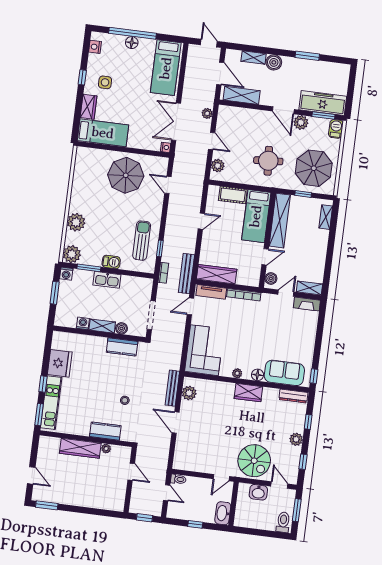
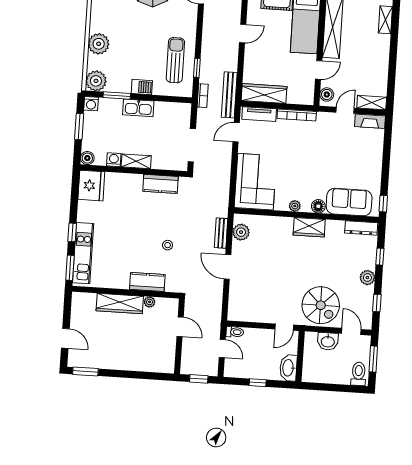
boiler: (121, 328) -> (87, 158), moved
fridge: (60, 363) -> (91, 186), moved
bench: (172, 388) -> (221, 233), width x0.73

